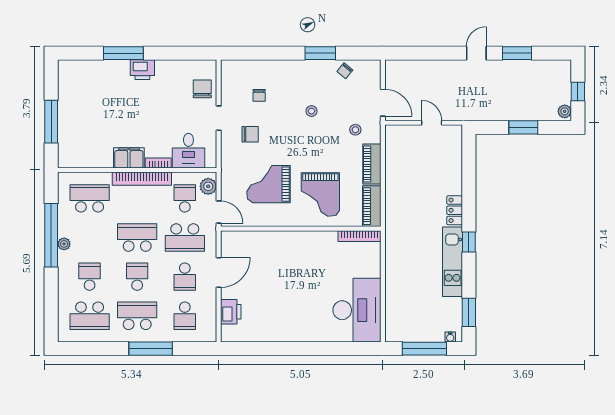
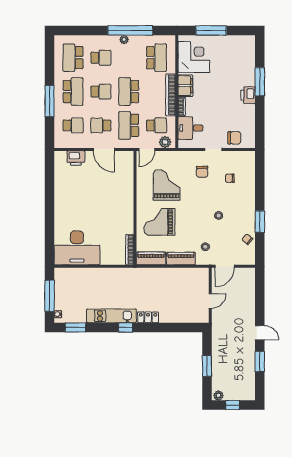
corner desk: (89, 146) -> (194, 57), added
school desk: (137, 238) -> (129, 92), turned 180
school desk: (185, 316) -> (73, 125), turned 180

